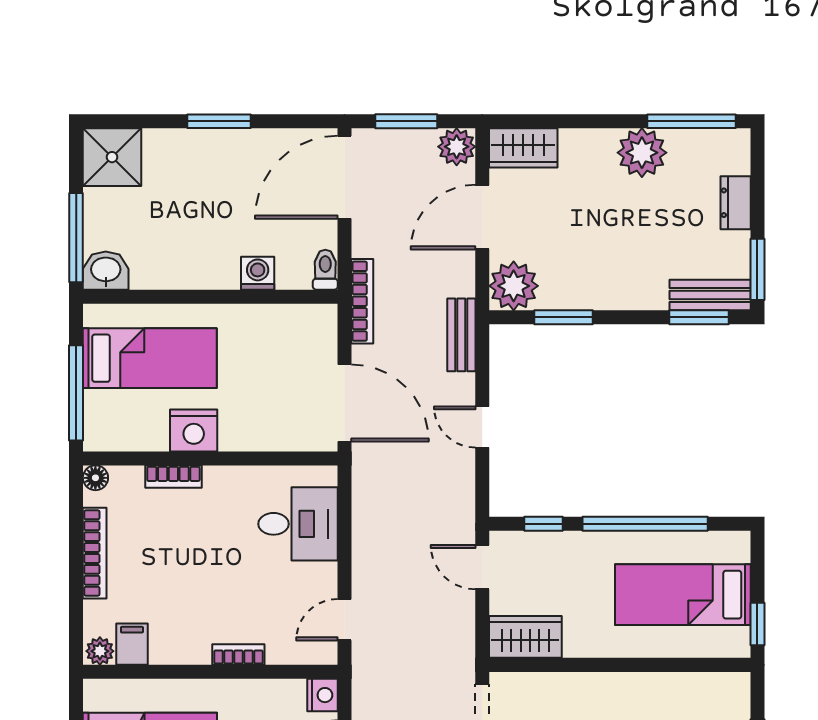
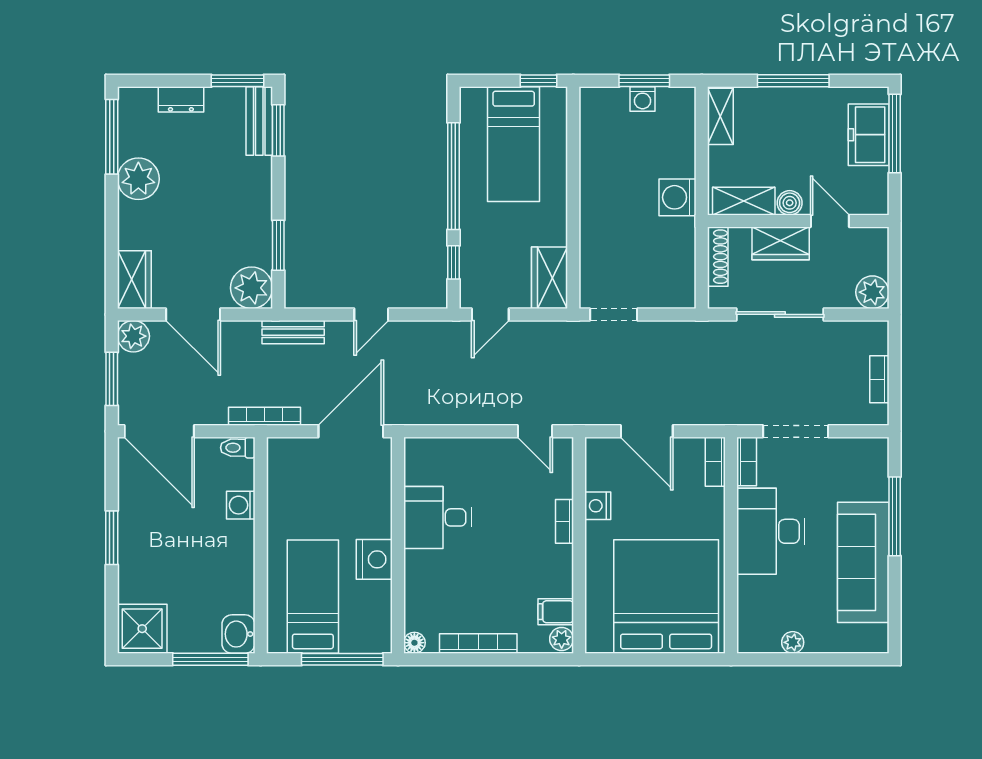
bookcase: (173, 477) -> (413, 577), removed
desk: (298, 524) -> (437, 517), moved, turned -90
nightstand: (323, 695) -> (598, 506), moved, turned -90

